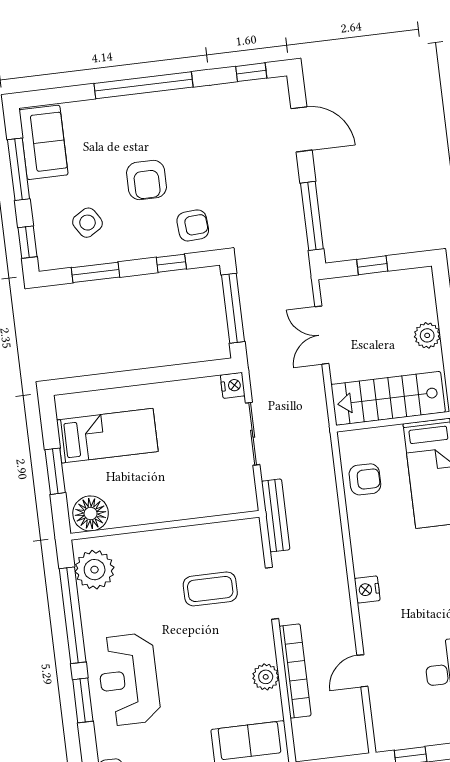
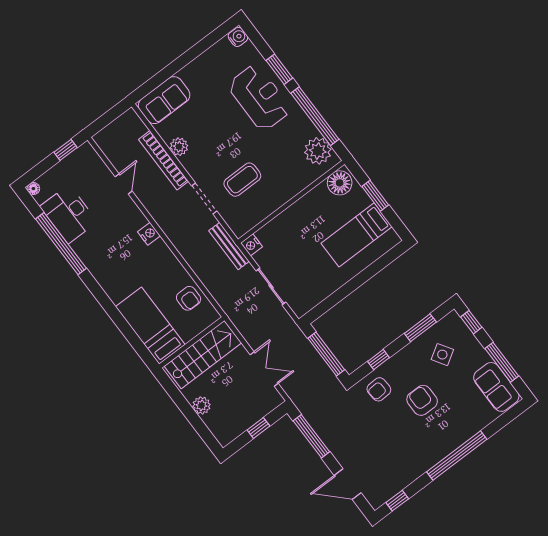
nightstand: (233, 385) -> (252, 245), moved
armchair: (365, 479) -> (189, 298), turned -90

